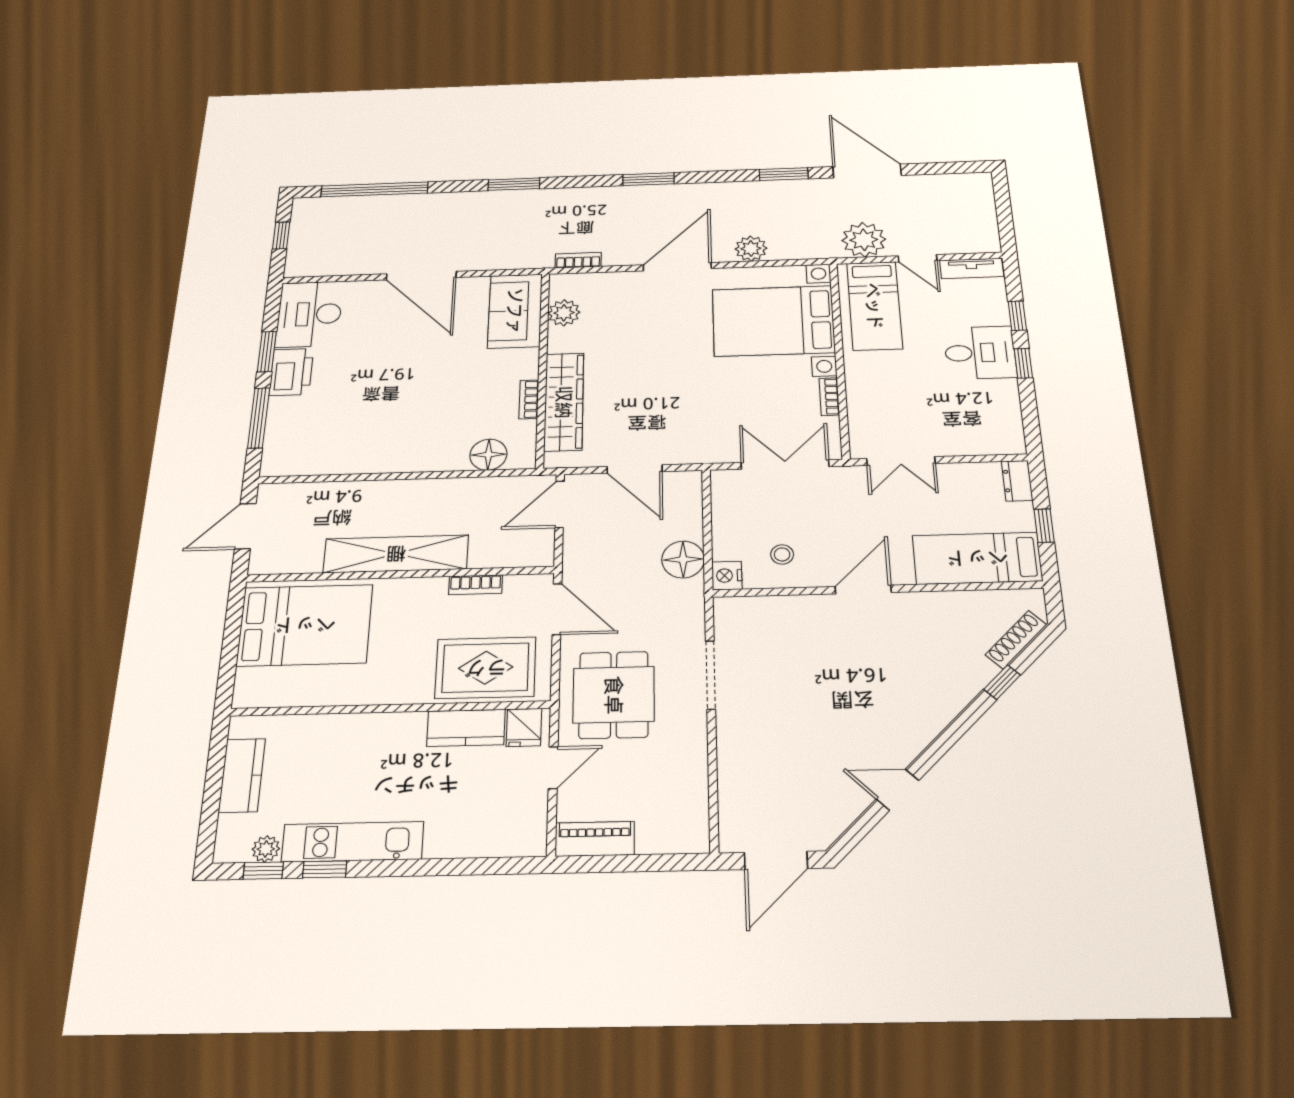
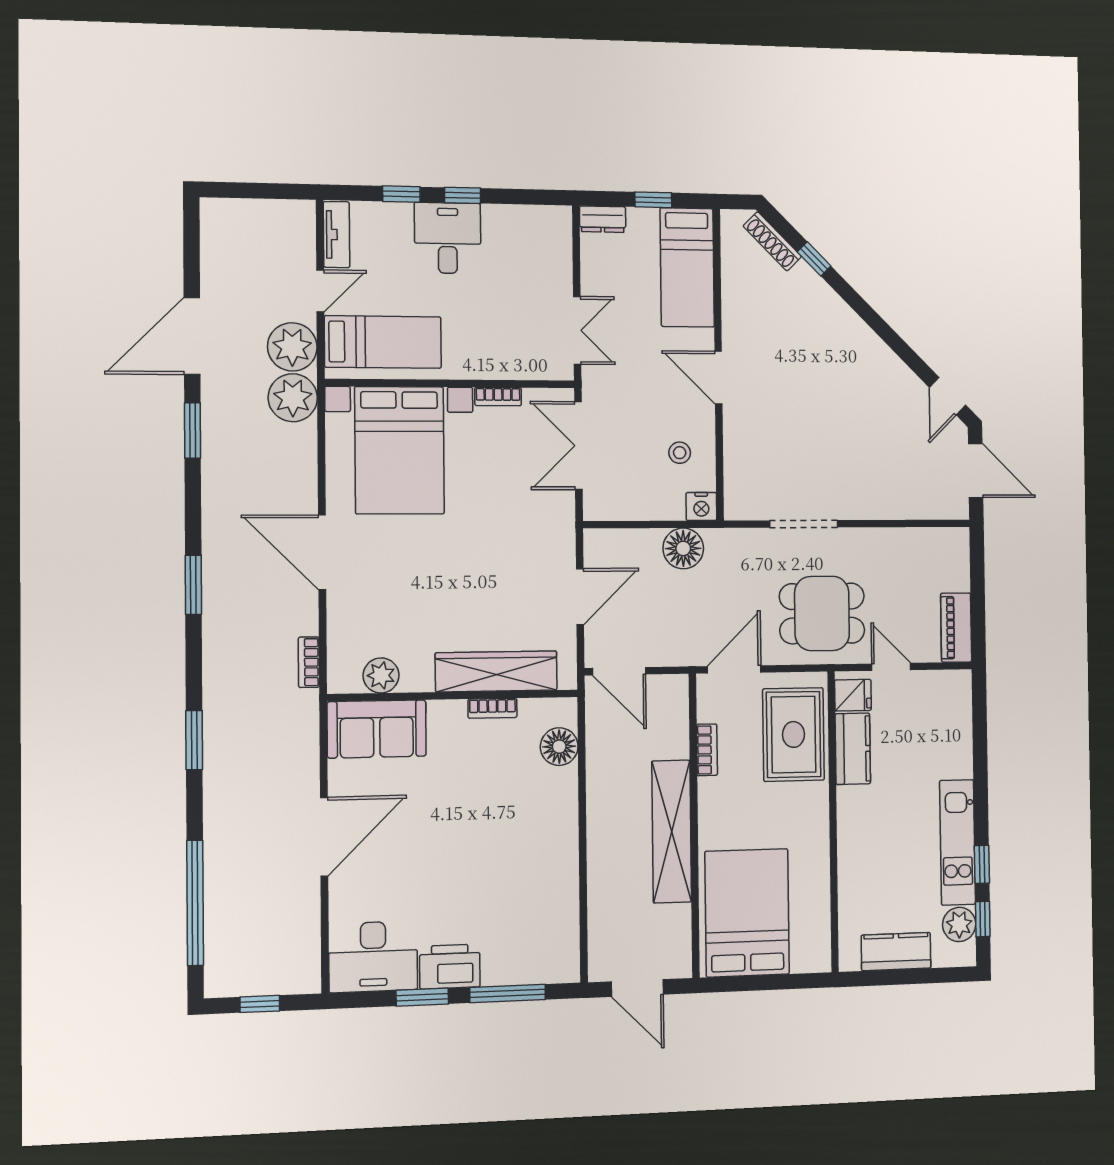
plant: (751, 249) -> (293, 398), moved, width x1.36, depth x1.36
door: (897, 790) -> (948, 396), moved
plant: (266, 849) -> (959, 924), width x1.38, depth x1.38

